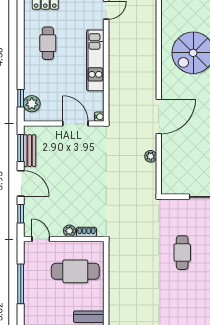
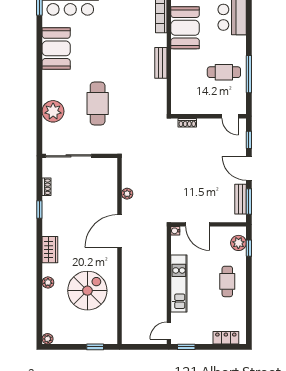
cafe table: (48, 43) -> (227, 281), moved
plant: (69, 231) -> (203, 124), removed
cafe table: (182, 253) -> (98, 104), width x1.37, depth x1.35
cafe table: (75, 271) -> (224, 72), moved, width x0.73, depth x0.74
bench: (115, 296) -> (161, 63), added

